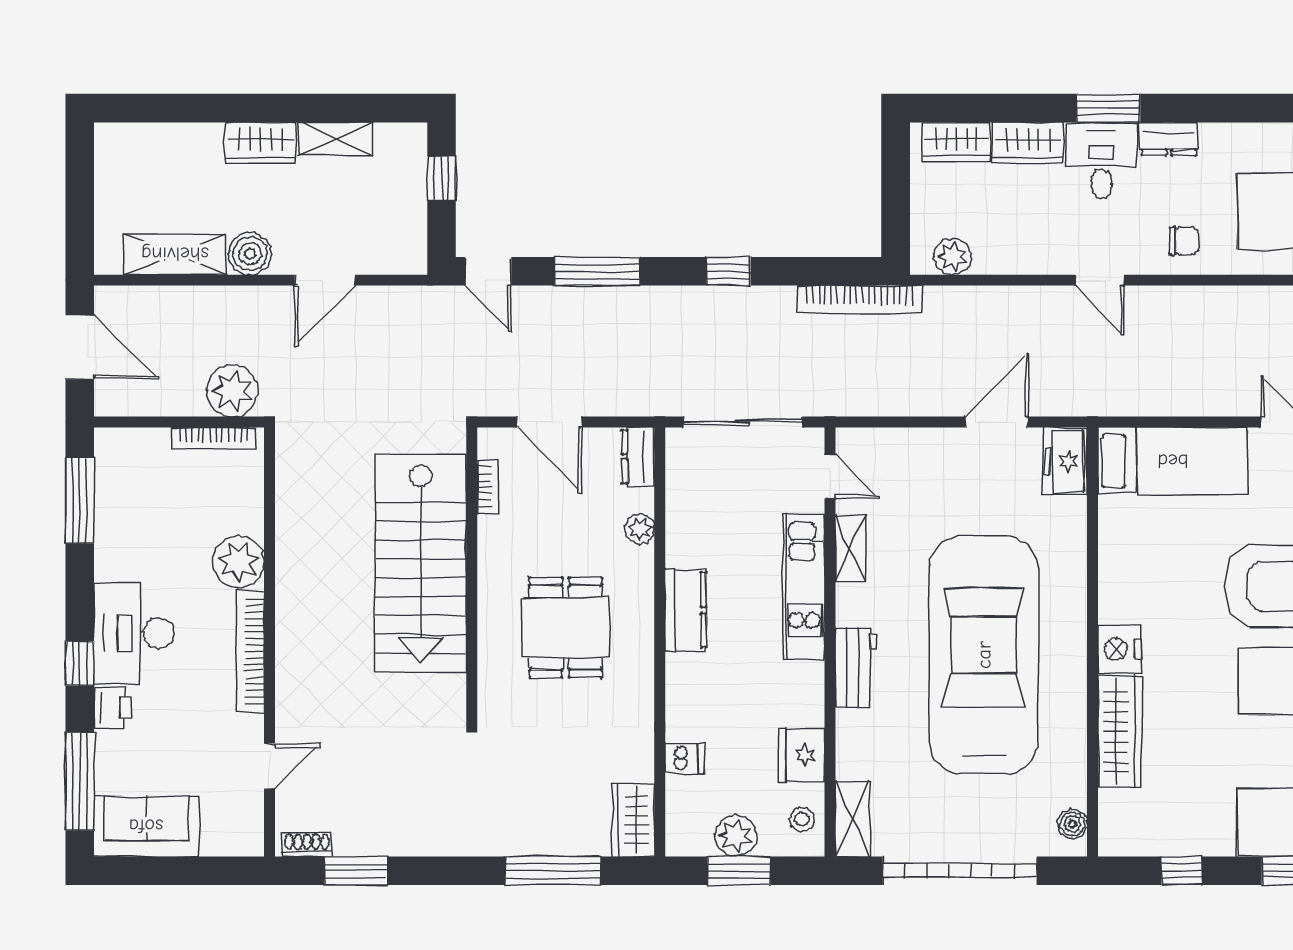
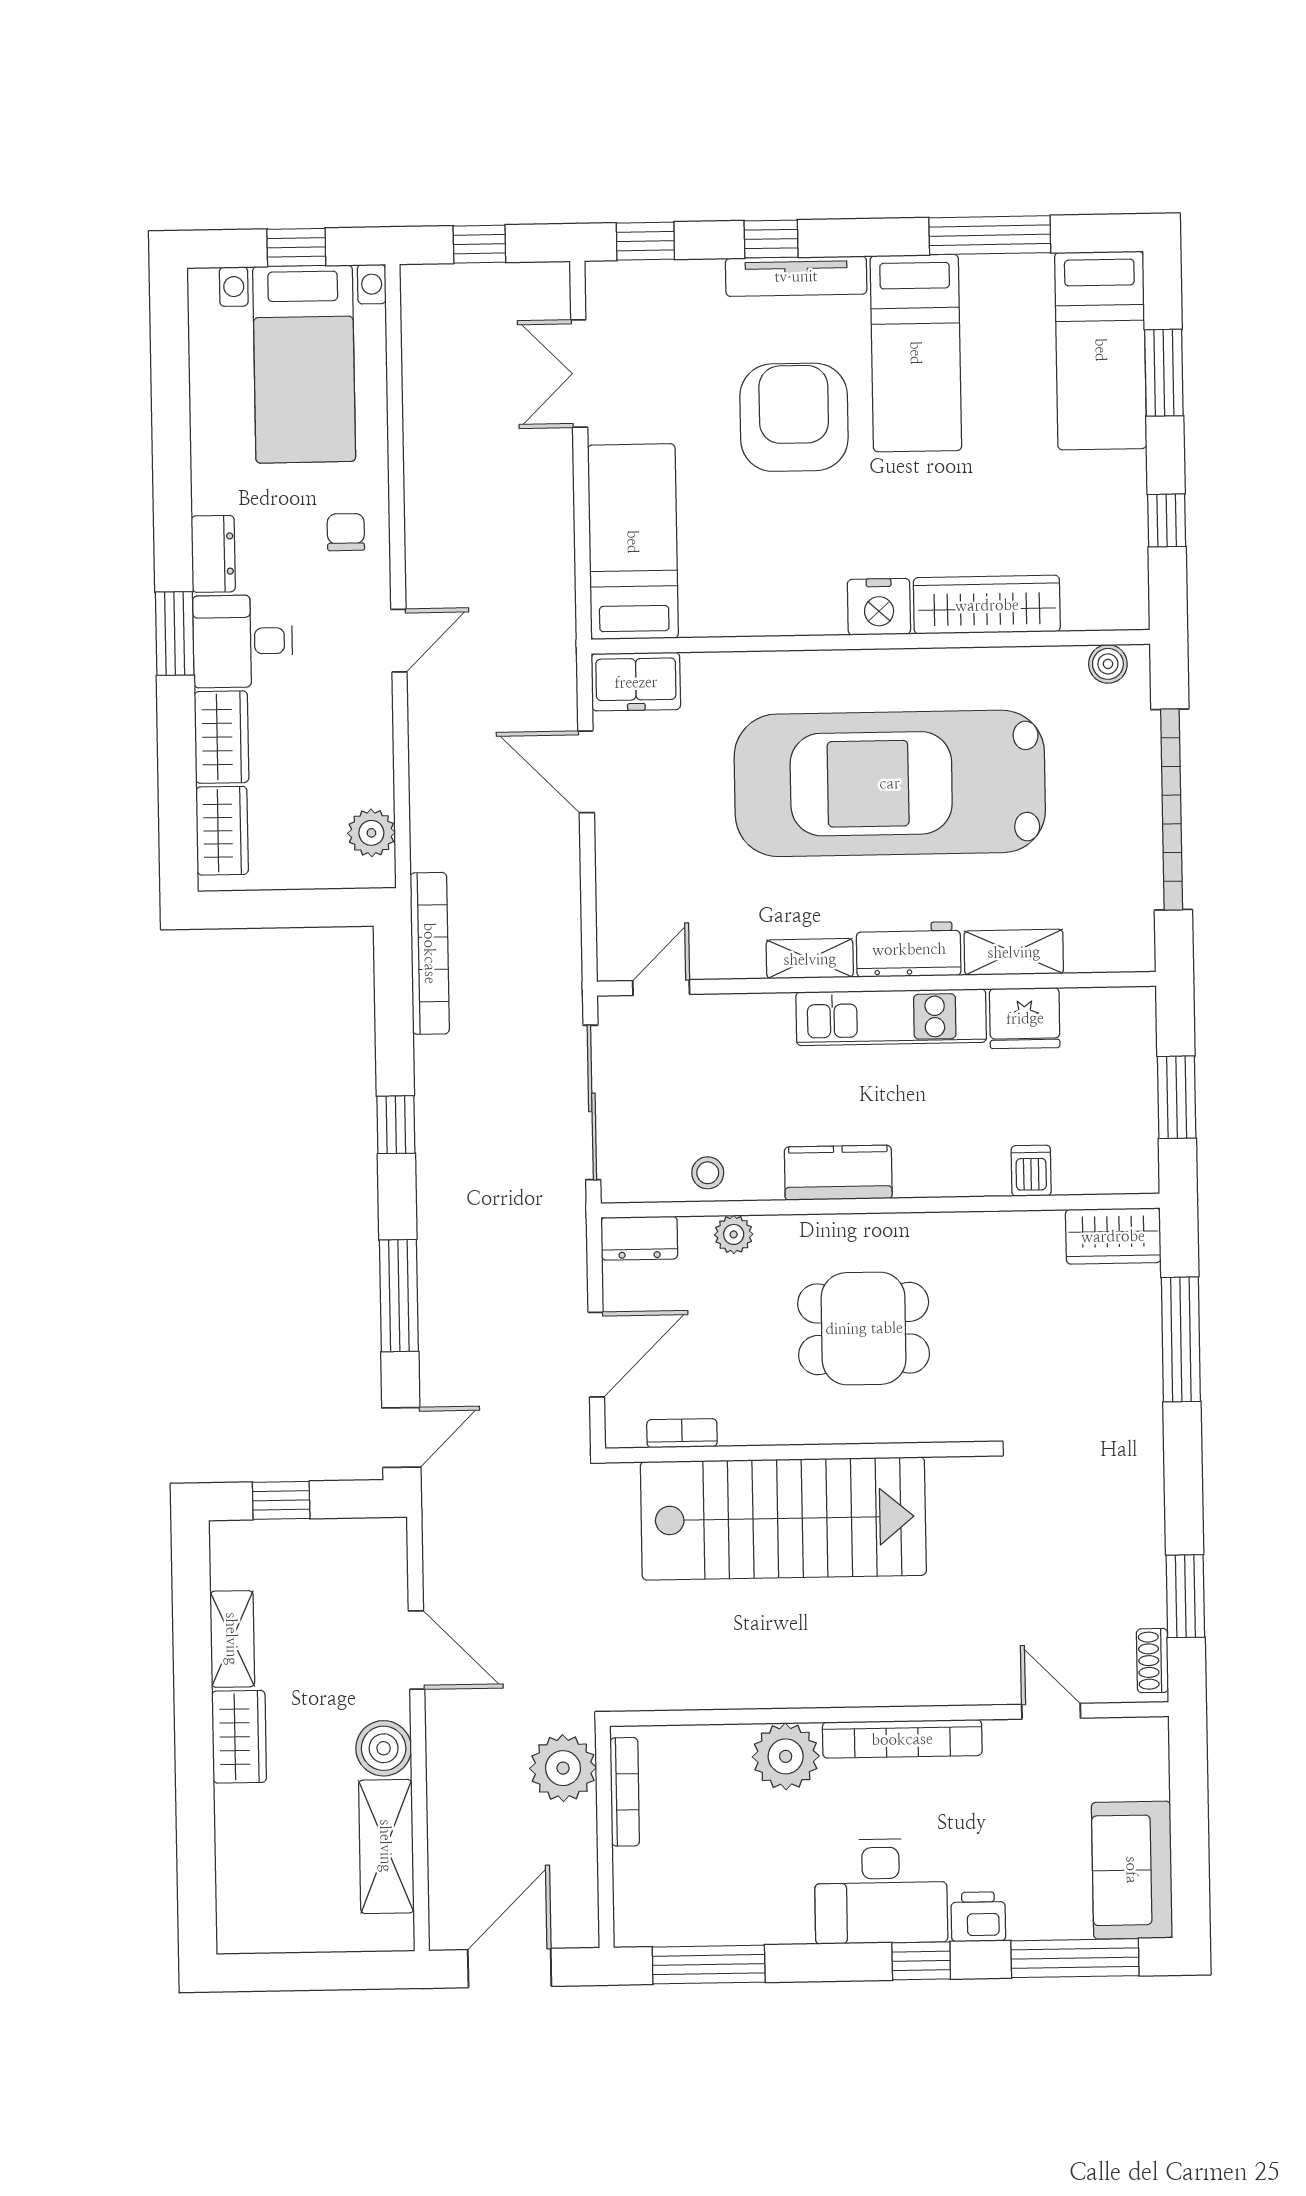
shelving: (850, 548) -> (810, 959), moved
kitchen unit: (804, 587) -> (891, 1017), moved
stool: (802, 819) -> (708, 1173), moved
shelving: (852, 819) -> (1014, 952), moved
plant: (736, 836) -> (1131, 1102), removed

